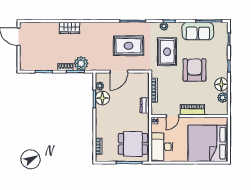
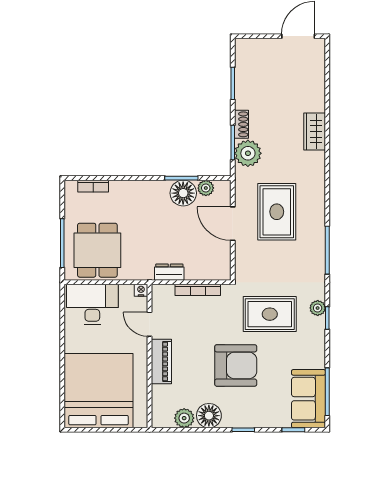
sofa: (198, 31) -> (309, 399), moved
rug: (129, 46) -> (277, 212), moved

